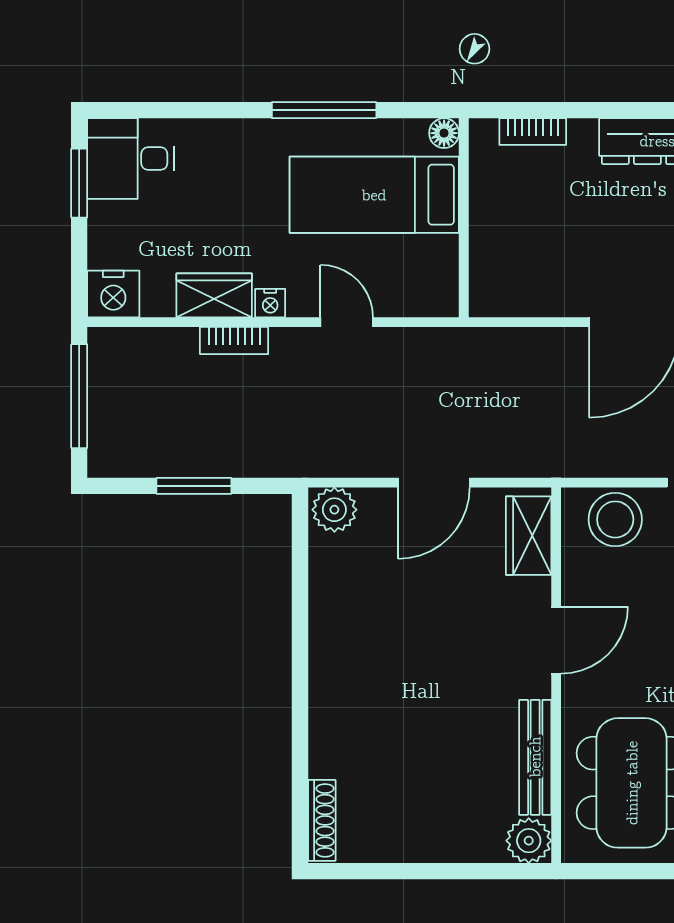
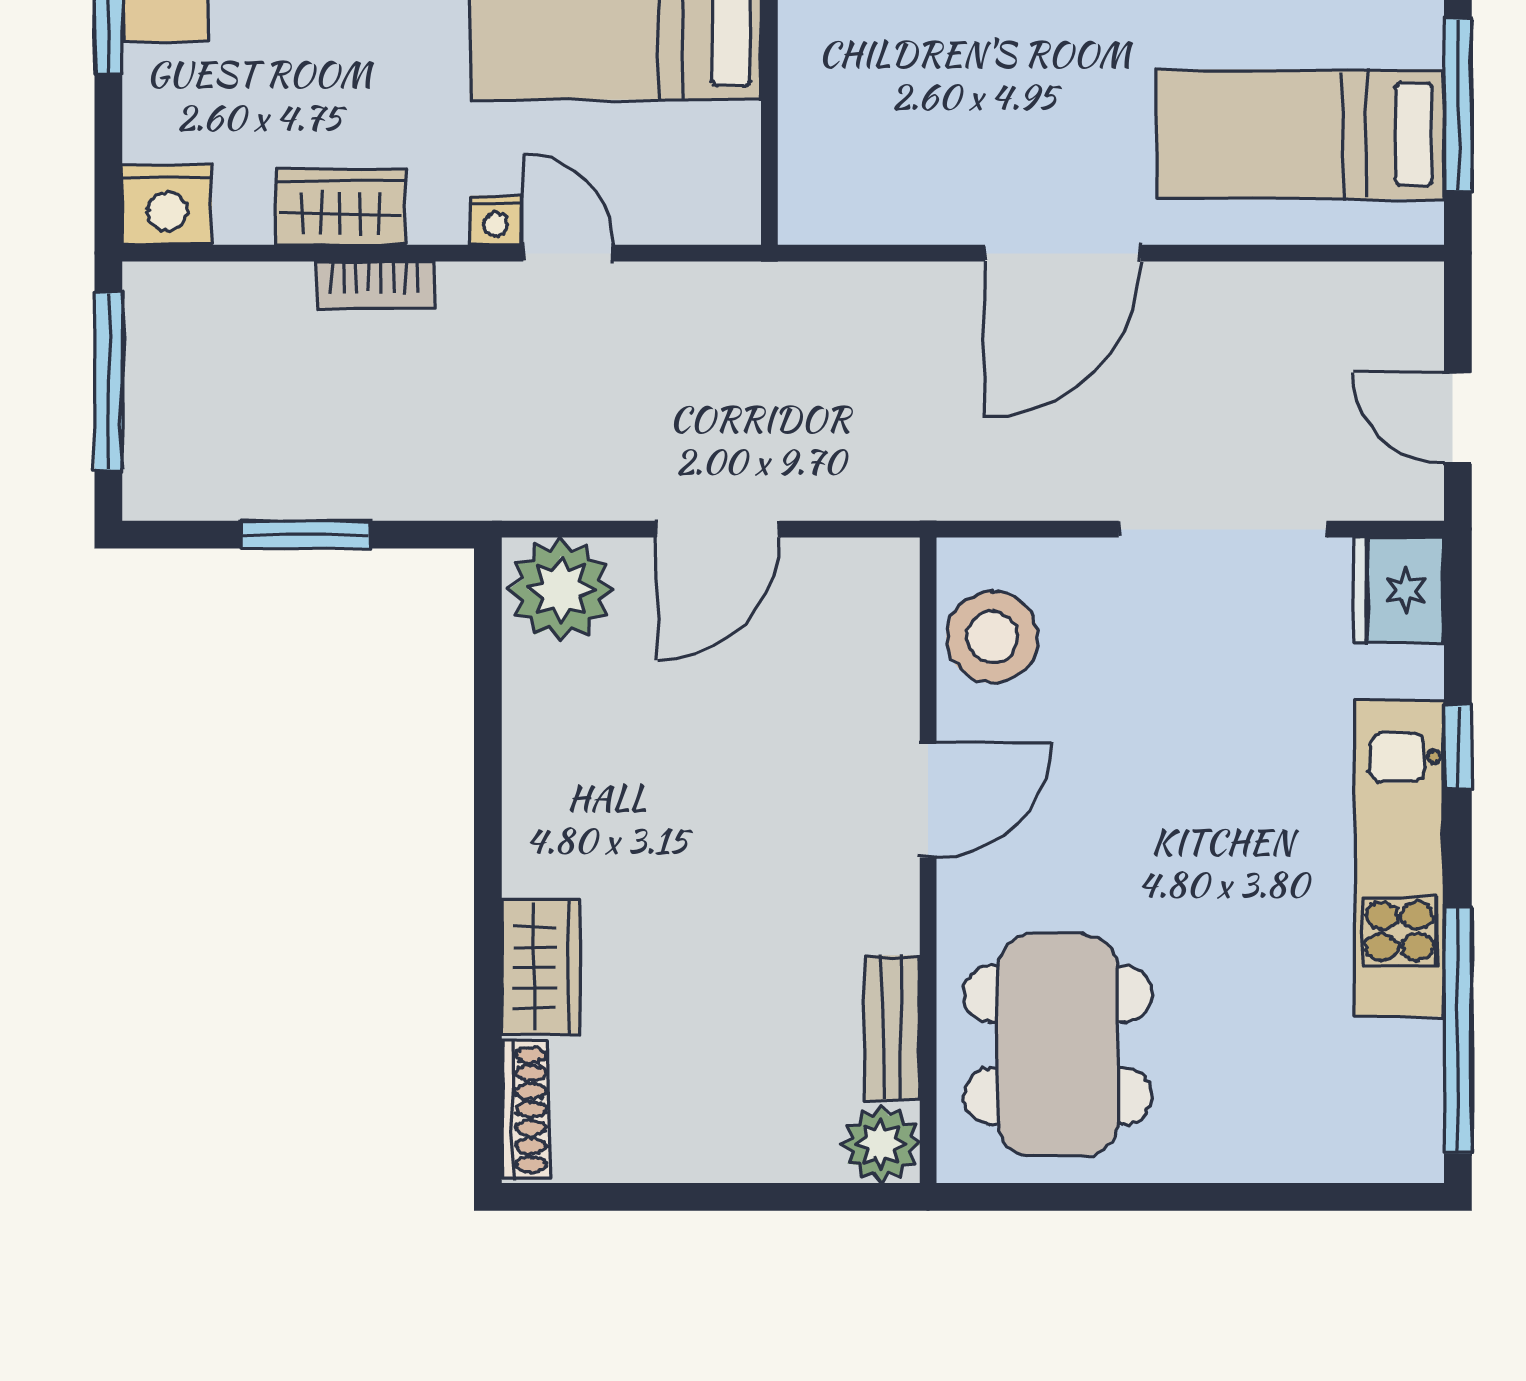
nightstand: (270, 303) -> (496, 220), moved
plant: (334, 510) -> (561, 589), width x1.36, depth x1.36
stool: (615, 519) -> (992, 637), moved
wardrobe: (529, 536) -> (541, 967), moved, turned 180
bench: (535, 757) -> (892, 1028), width x0.73

